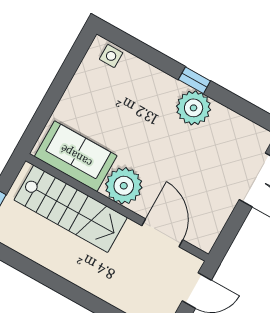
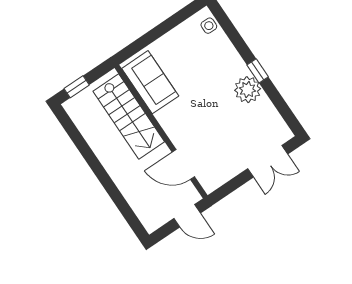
plant: (124, 186) -> (173, 119), removed
door: (162, 233) -> (183, 164), swing flipped

